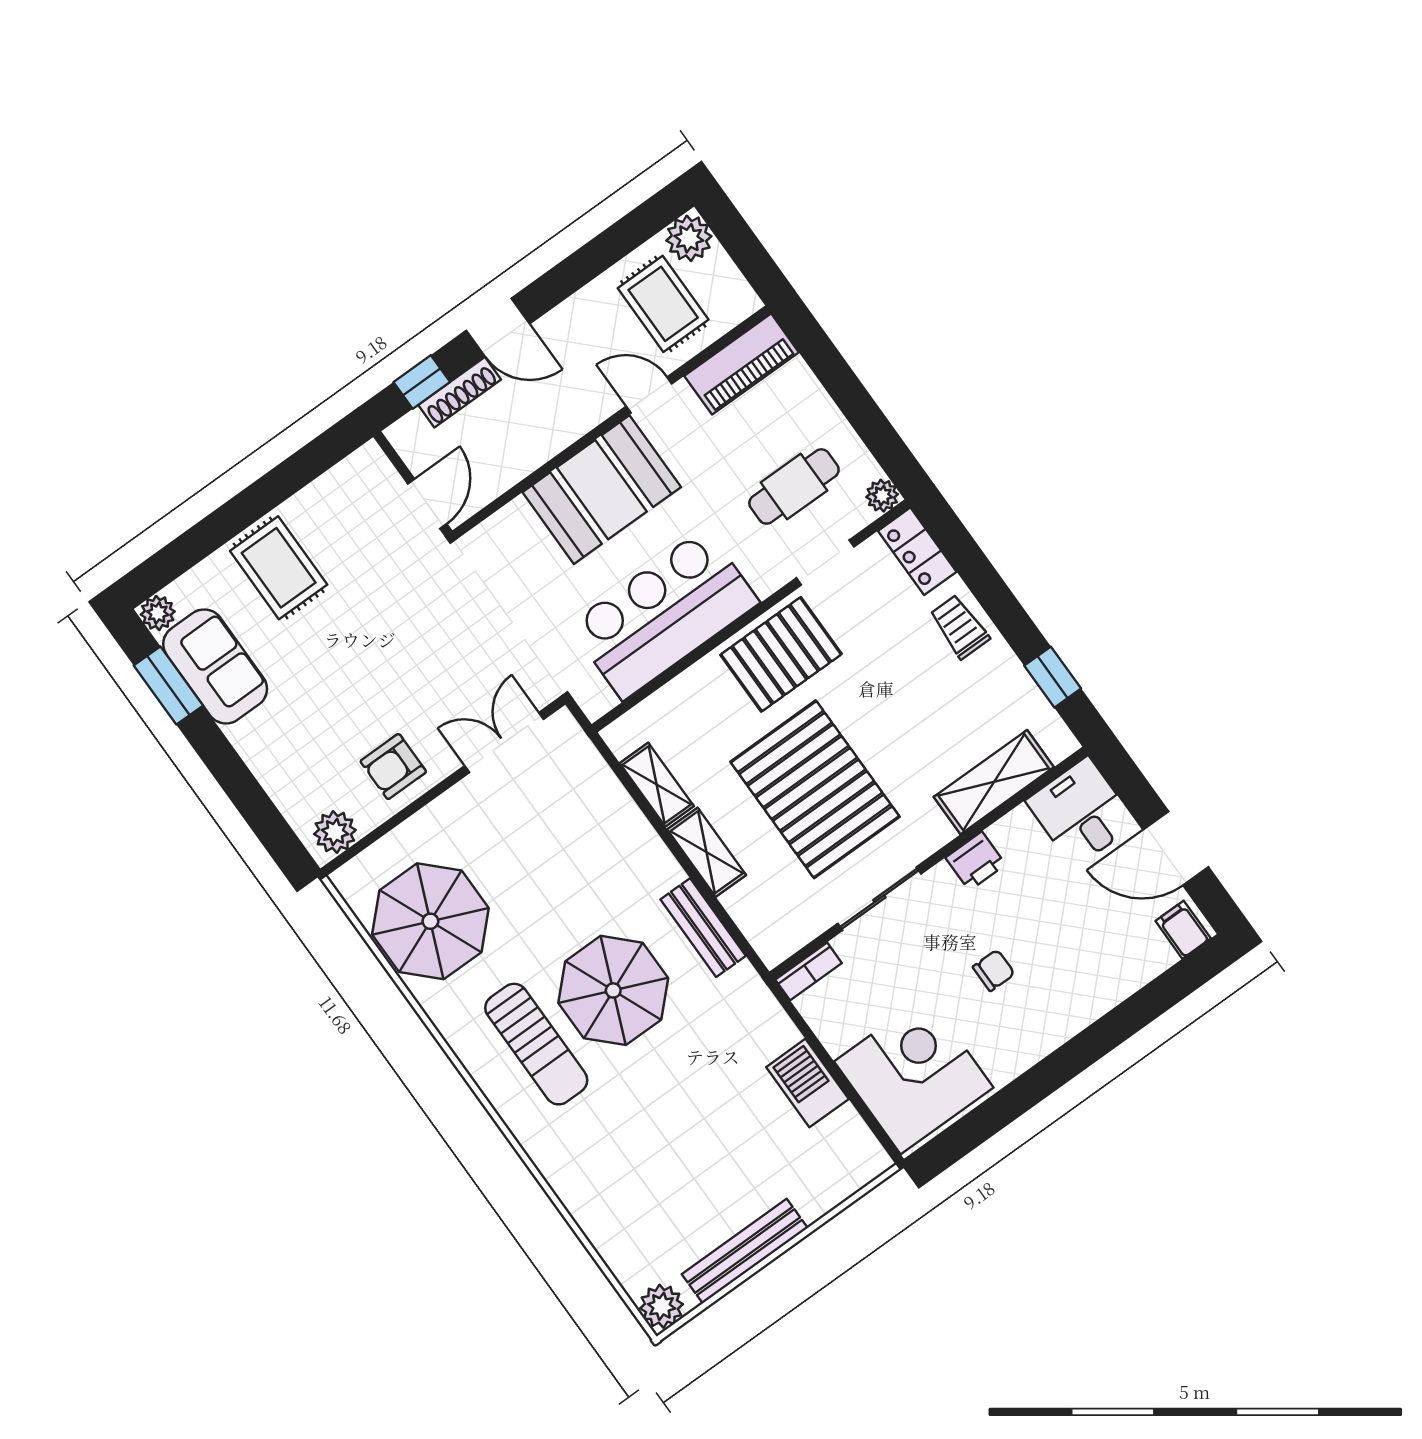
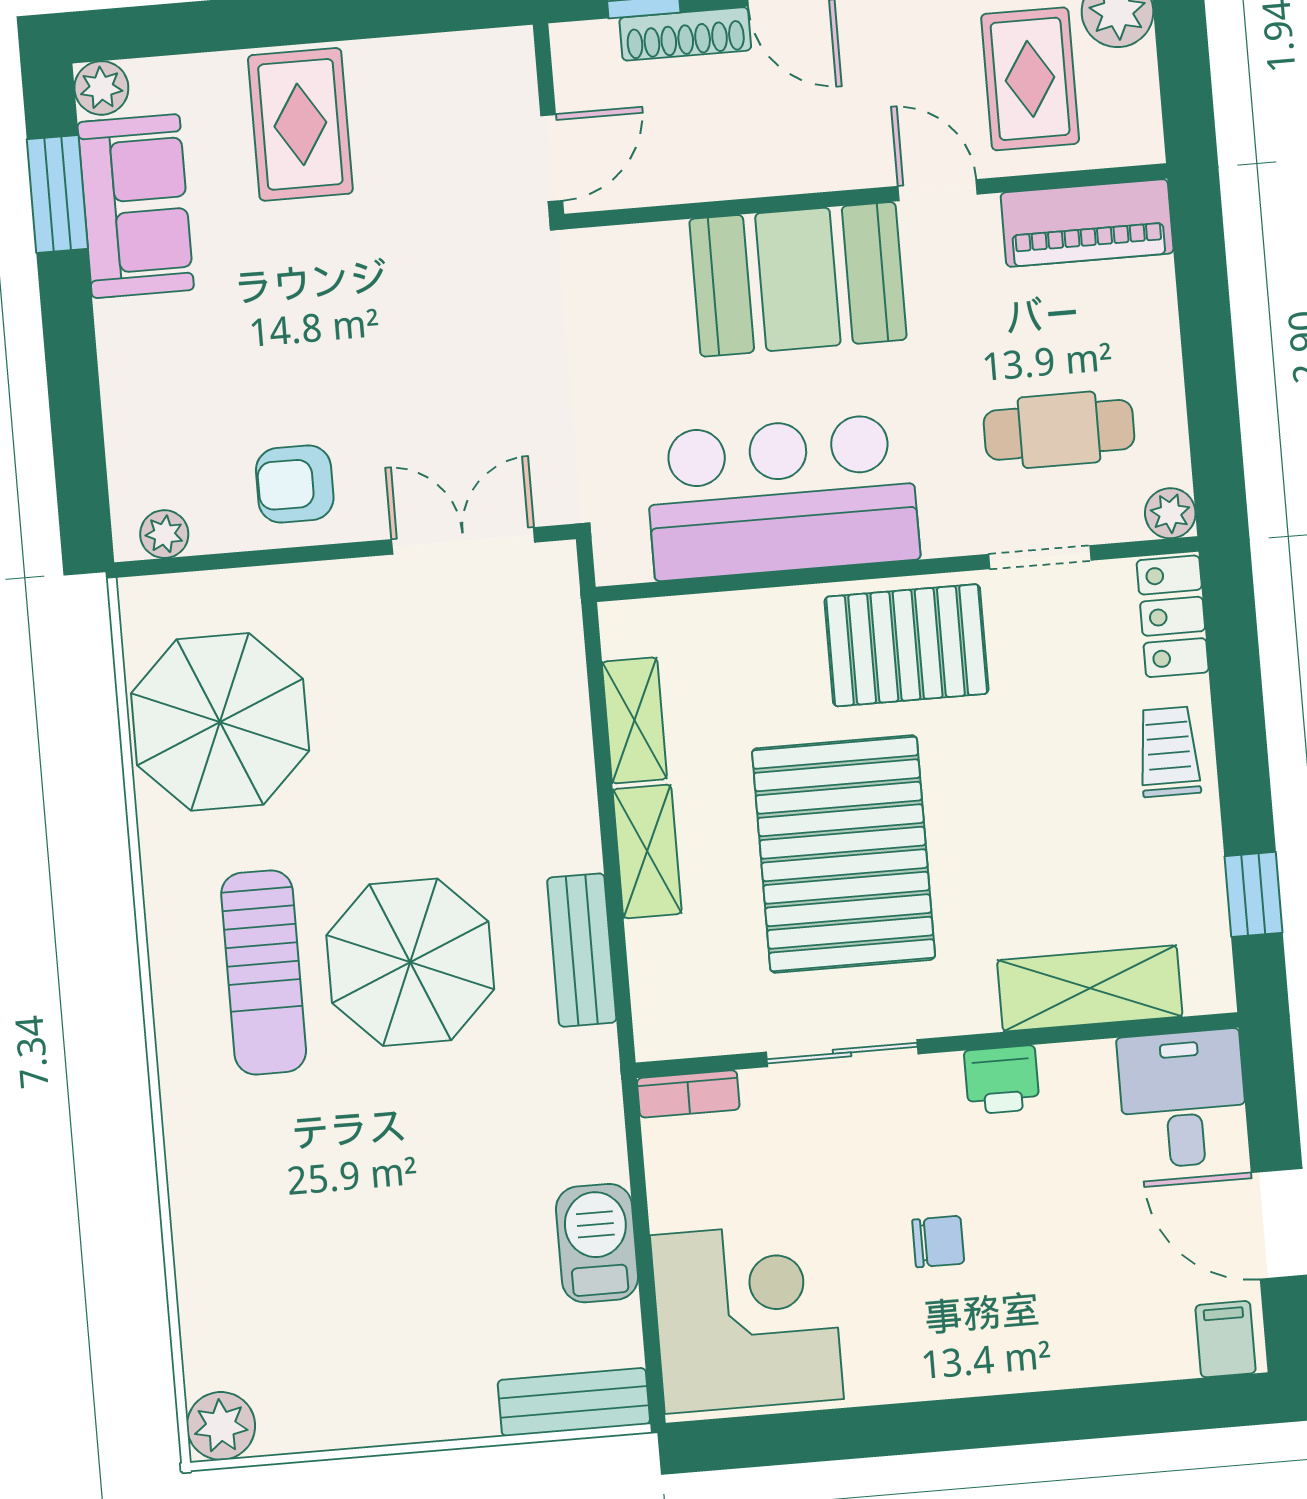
plant: (335, 832) -> (164, 534), width x0.73, depth x0.73
bench: (745, 1251) -> (574, 1402), moved, width x0.73

